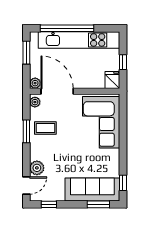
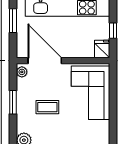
plant: (35, 83) -> (22, 52), removed
coffee table: (45, 128) -> (47, 107), moved

